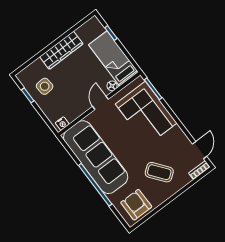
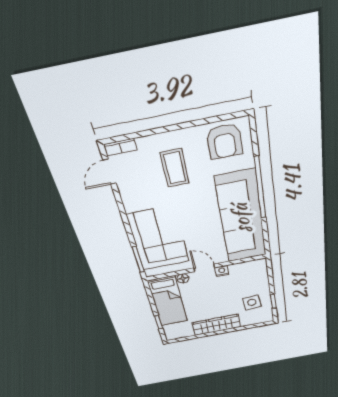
door: (100, 103) -> (204, 268), swing flipped
nightstand: (62, 123) -> (222, 271), moved
coffee table: (159, 172) -> (175, 168), turned 38

